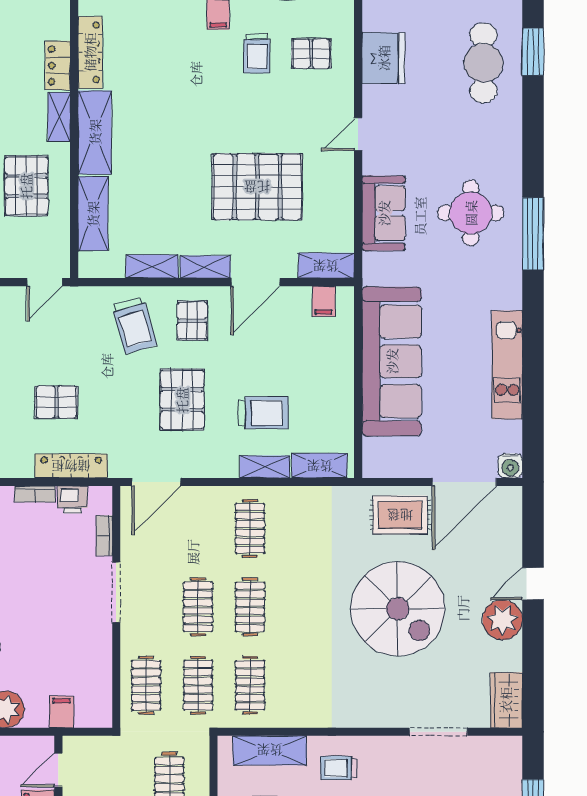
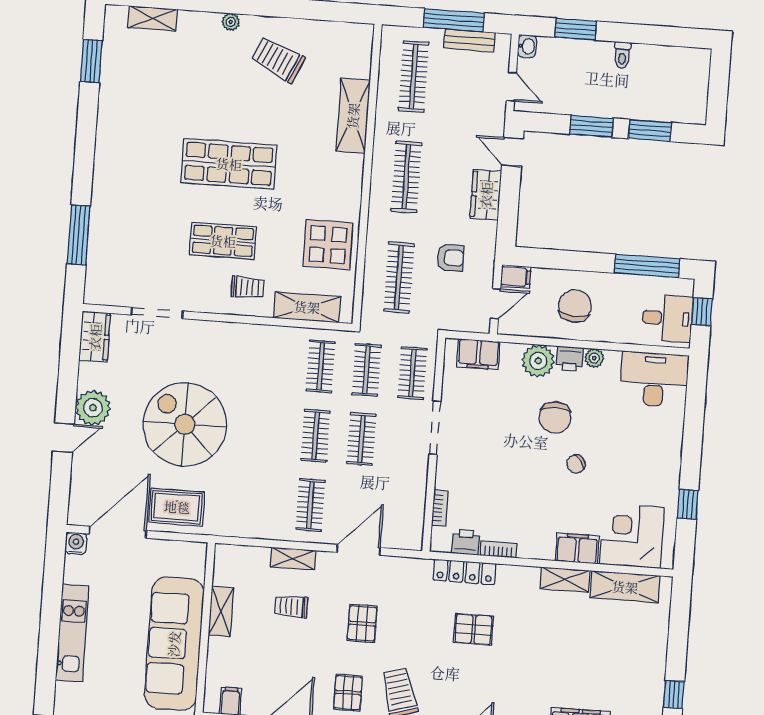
pallet: (182, 400) -> (362, 623), width x0.67, depth x0.71
trolley: (263, 413) -> (291, 606), width x0.73, depth x0.72
shelving: (320, 466) -> (221, 611), moved, turned 90
door: (156, 482) -> (358, 550), moved
doorway: (116, 592) -> (435, 428), moved
filing cabinet: (62, 712) -> (478, 354), width x2.00

